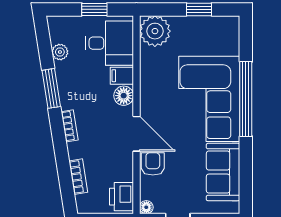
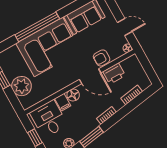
plant: (155, 31) -> (22, 86), moved
door: (136, 134) -> (90, 76), swing flipped
printer: (122, 197) -> (114, 73), moved

